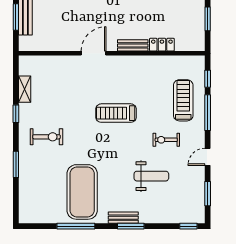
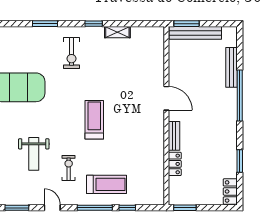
bench: (133, 45) -> (174, 136), moved
locker: (162, 45) -> (175, 164), moved
door: (94, 53) -> (166, 98), moved
wall: (112, 53) -> (166, 116), moved

